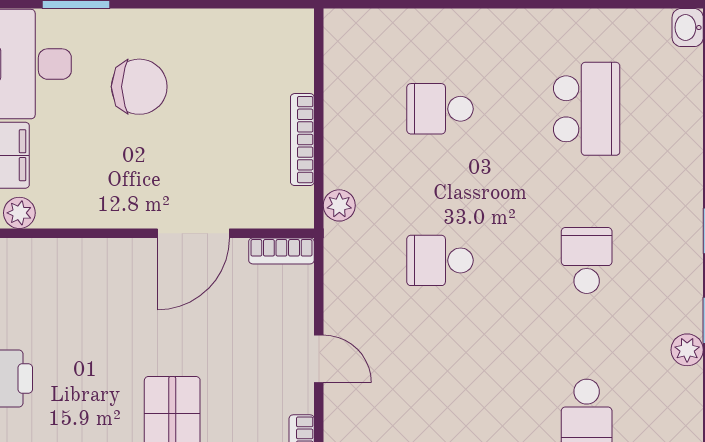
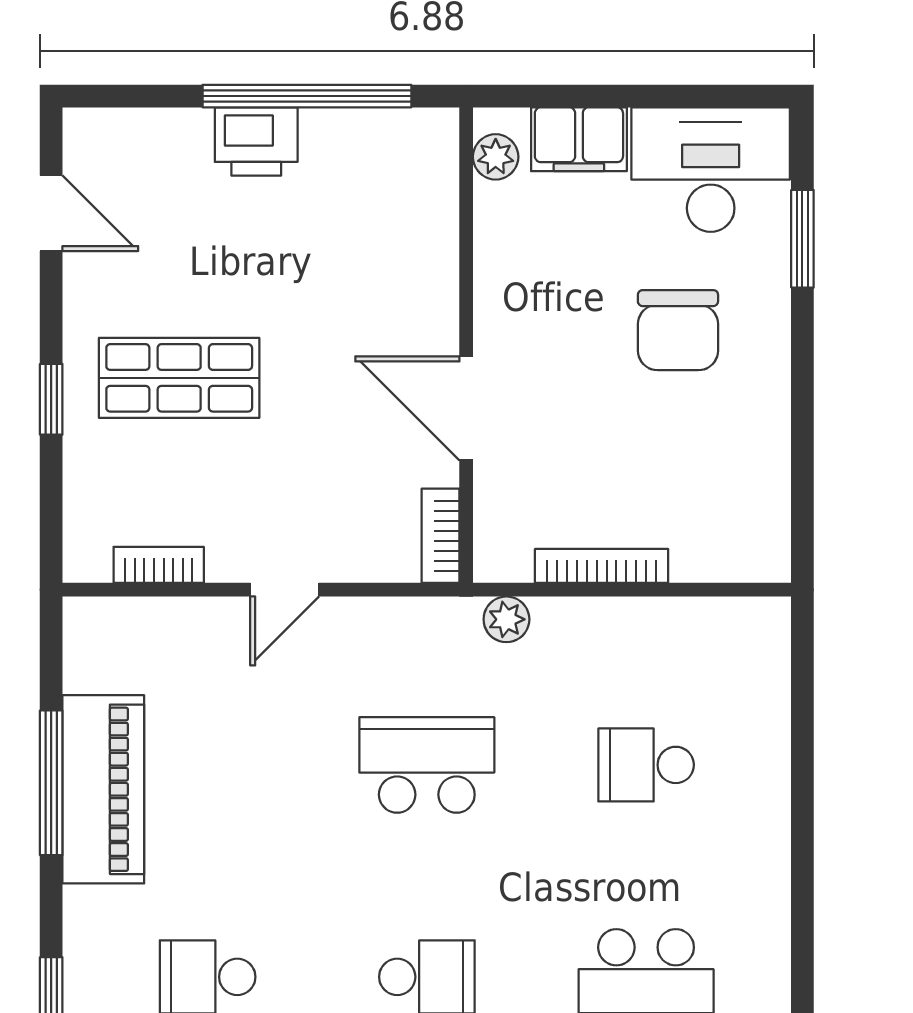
school desk: (440, 109) -> (646, 765), turned -90
school desk: (440, 260) -> (427, 765), width x1.85

